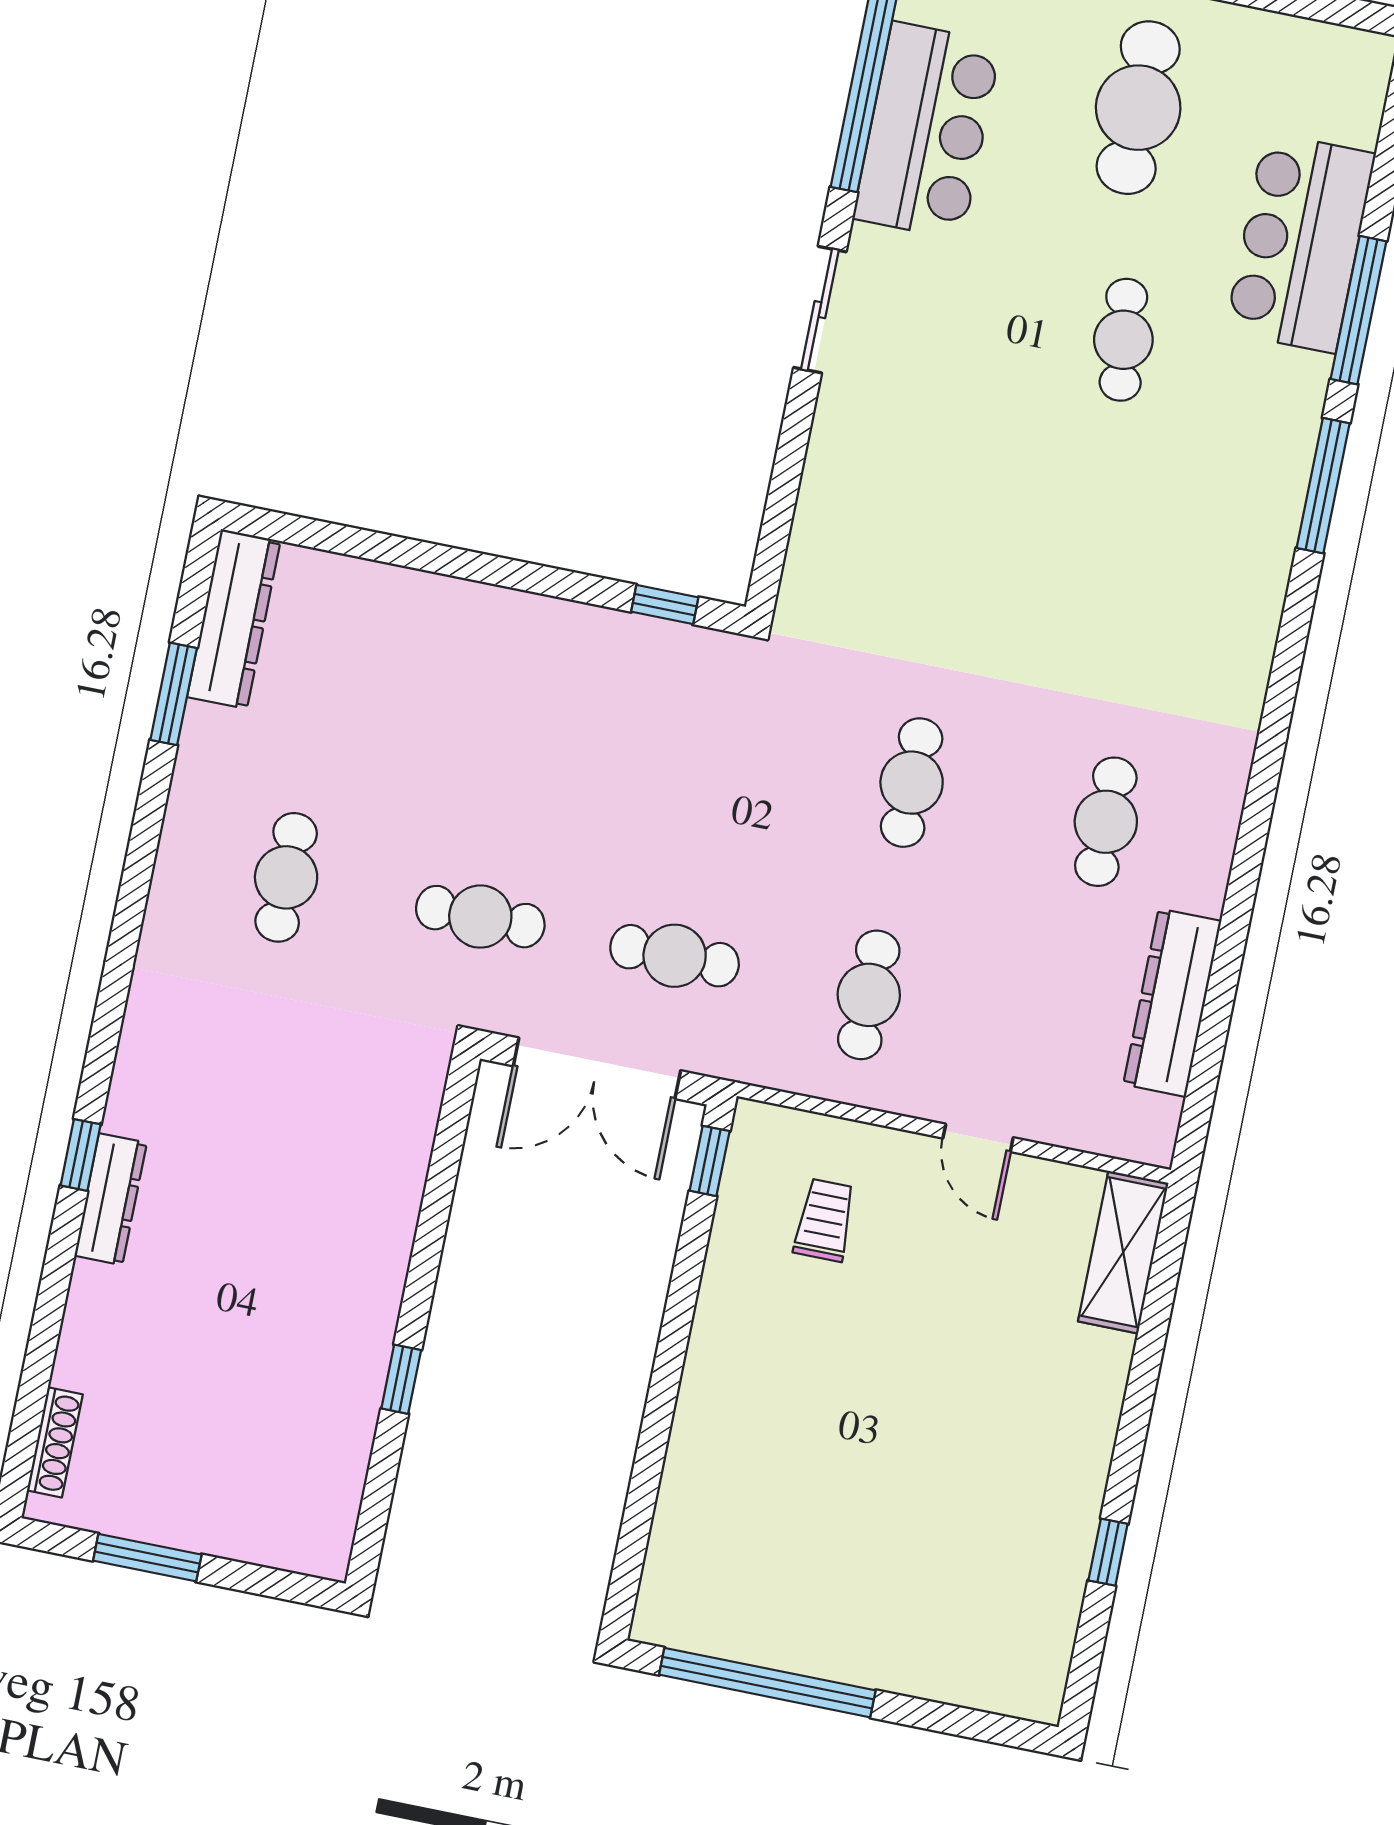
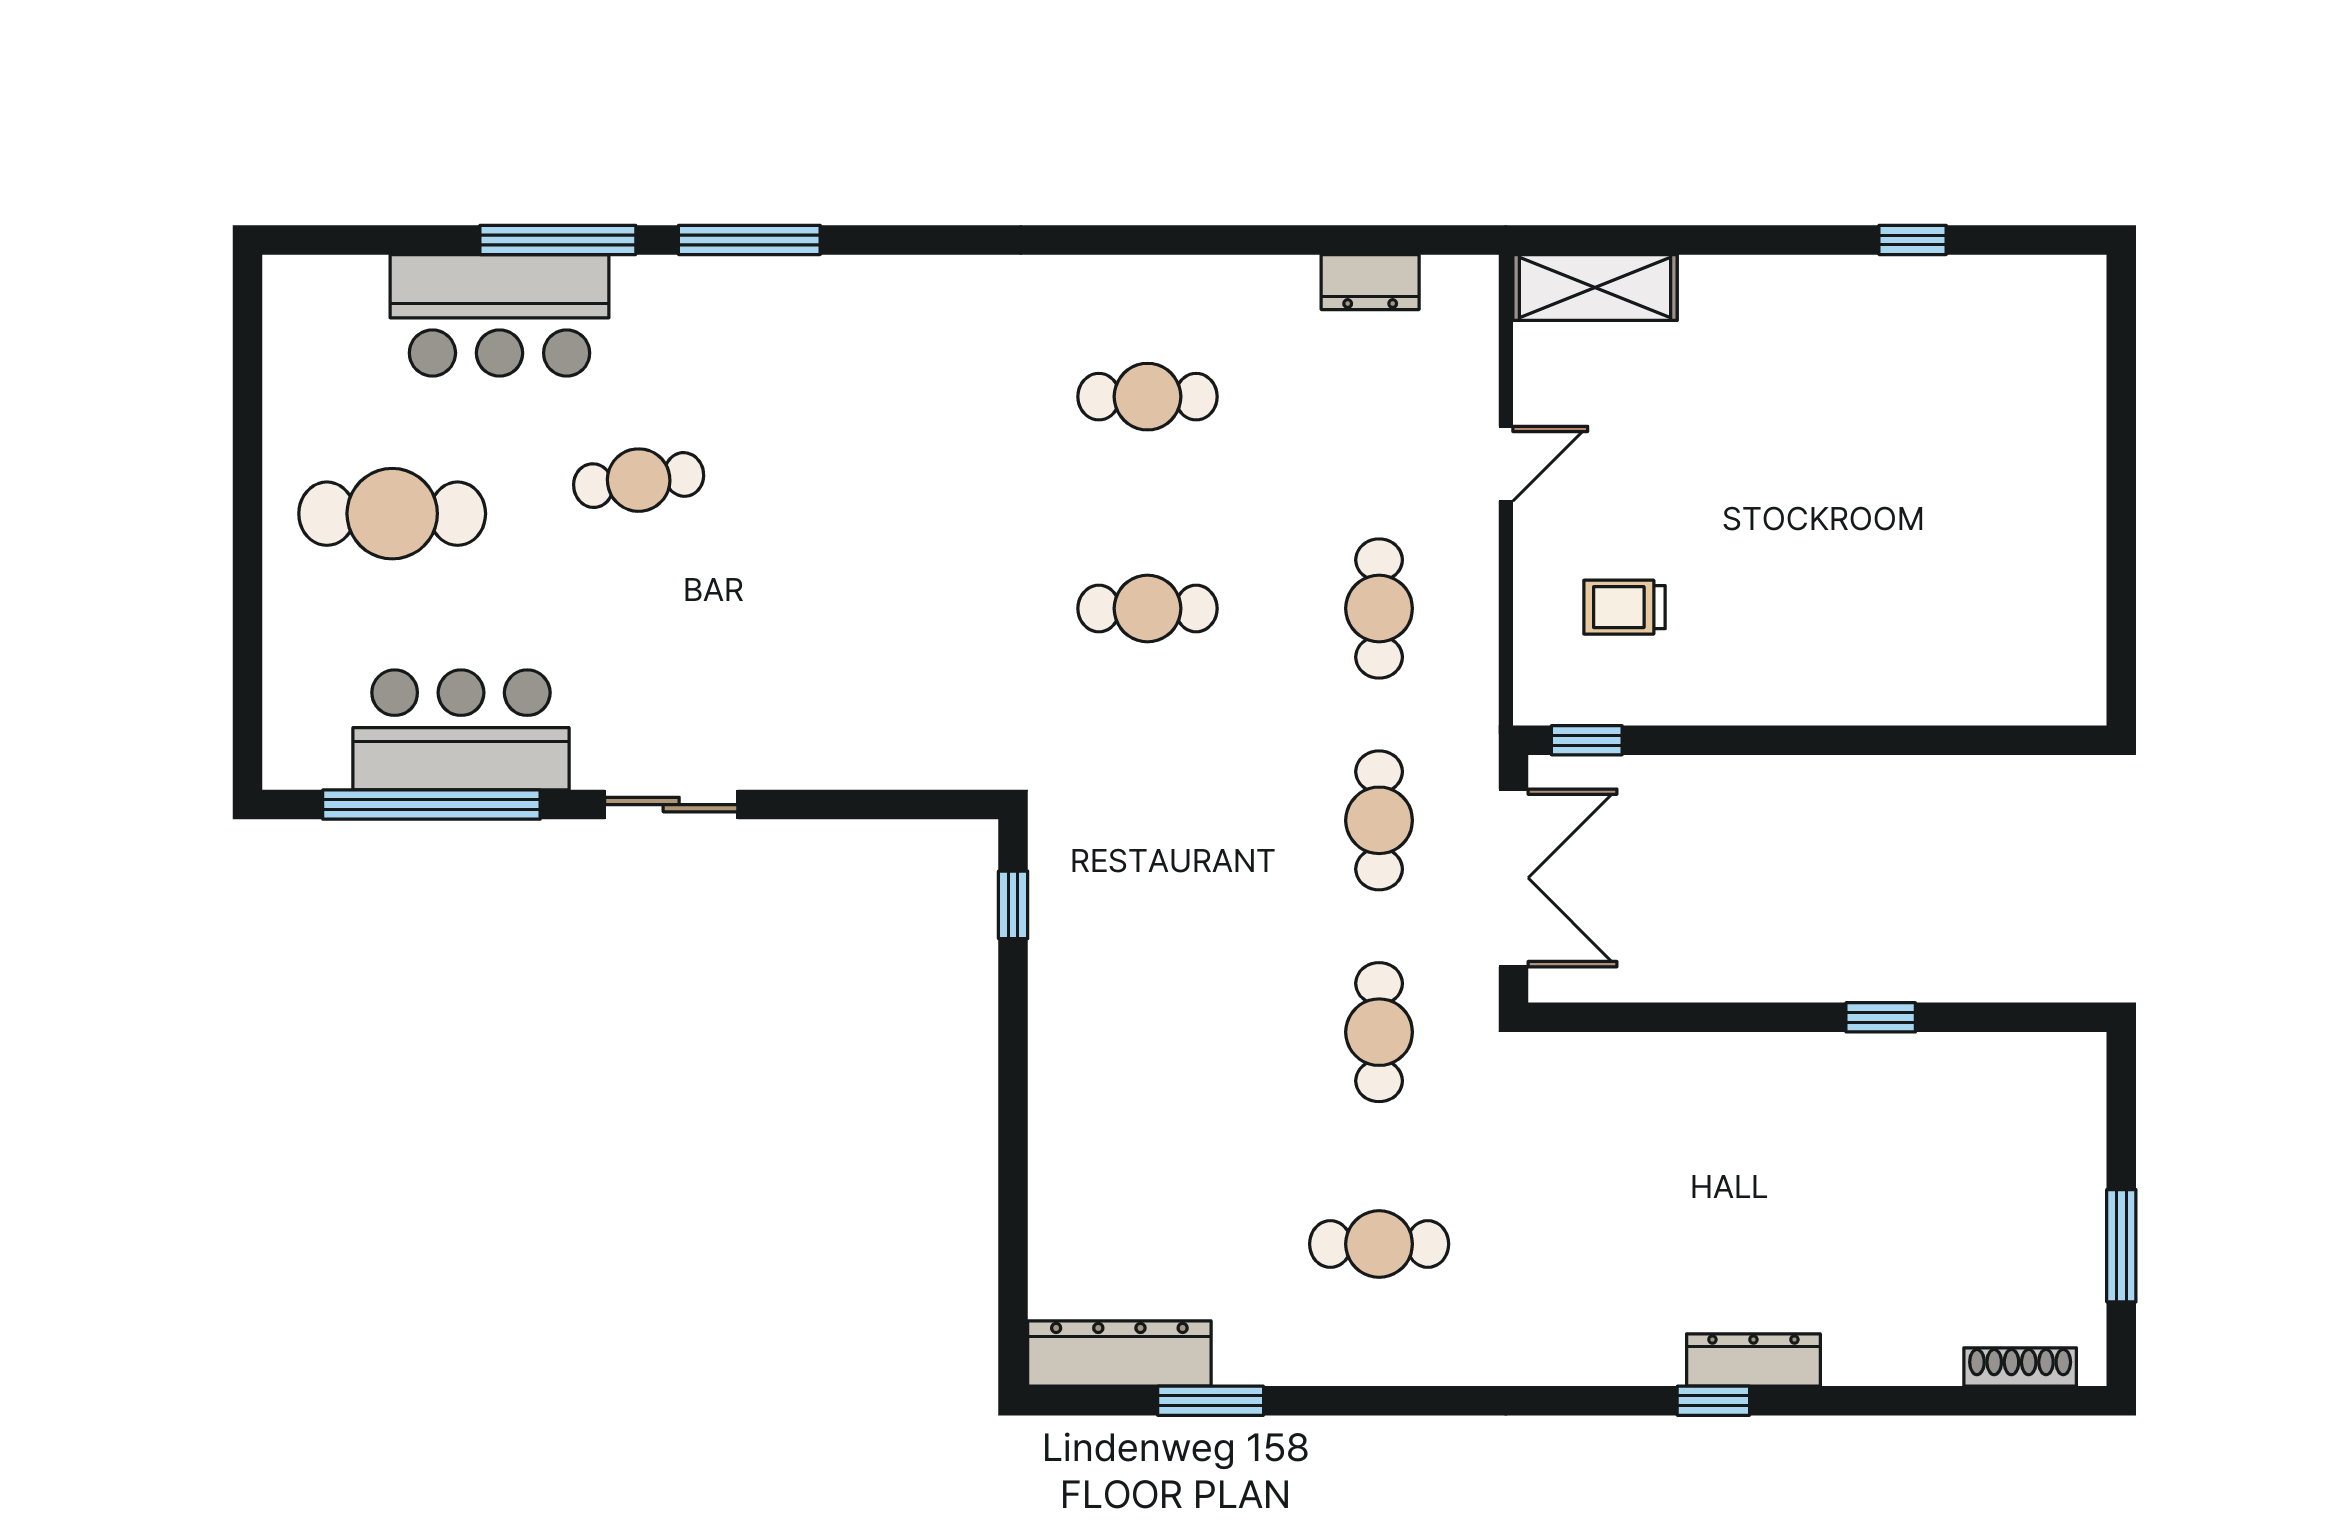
cafe table: (869, 995) -> (1379, 608), turned 90
dresser: (1172, 1003) -> (1370, 282), width x0.51, depth x0.80
window: (767, 1683) -> (2121, 569), removed

